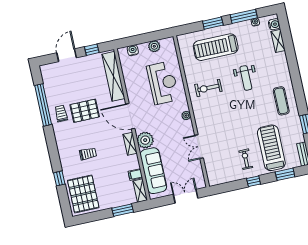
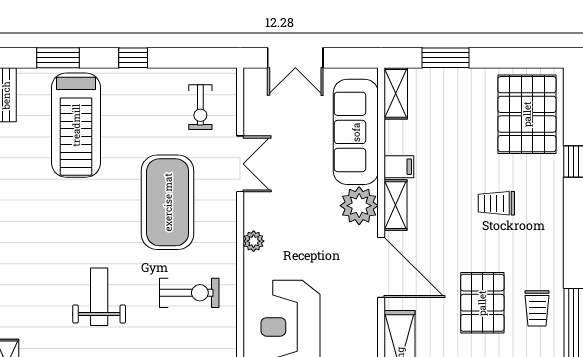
exercise mat: (281, 101) -> (168, 202), moved, width x2.00, depth x1.45
pallet: (85, 111) -> (482, 303), turned 90
exercise bike: (246, 159) -> (200, 107), moved
filing cabinet: (135, 175) -> (399, 167), moved

